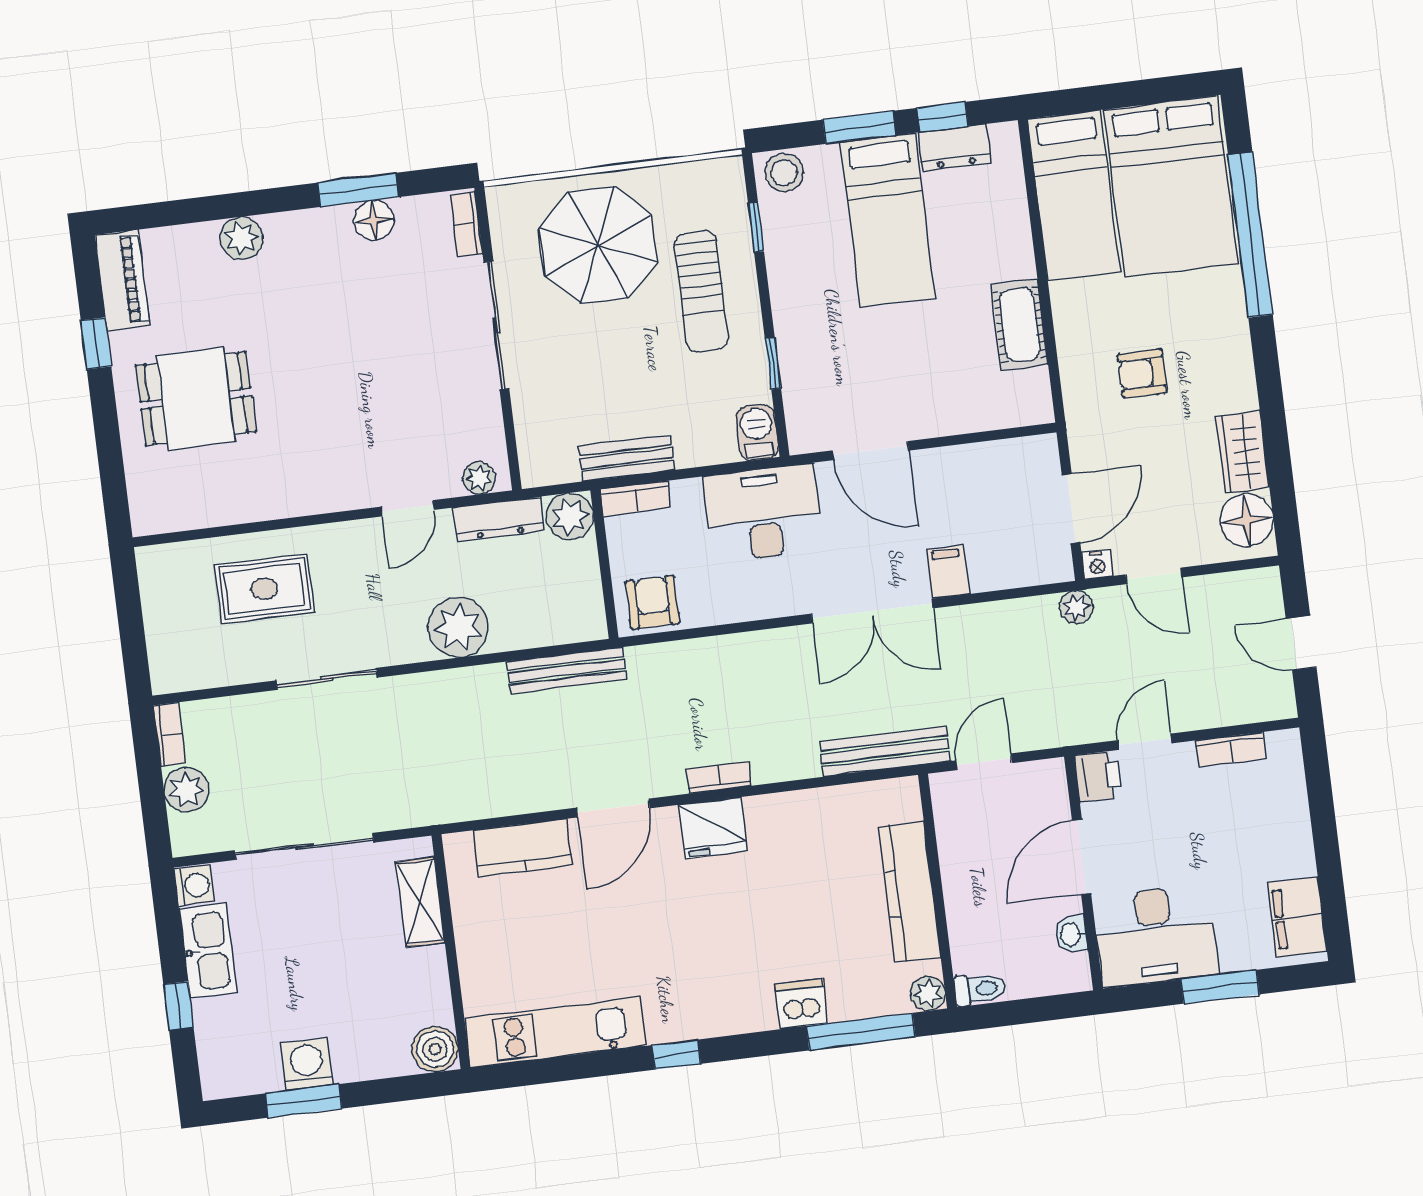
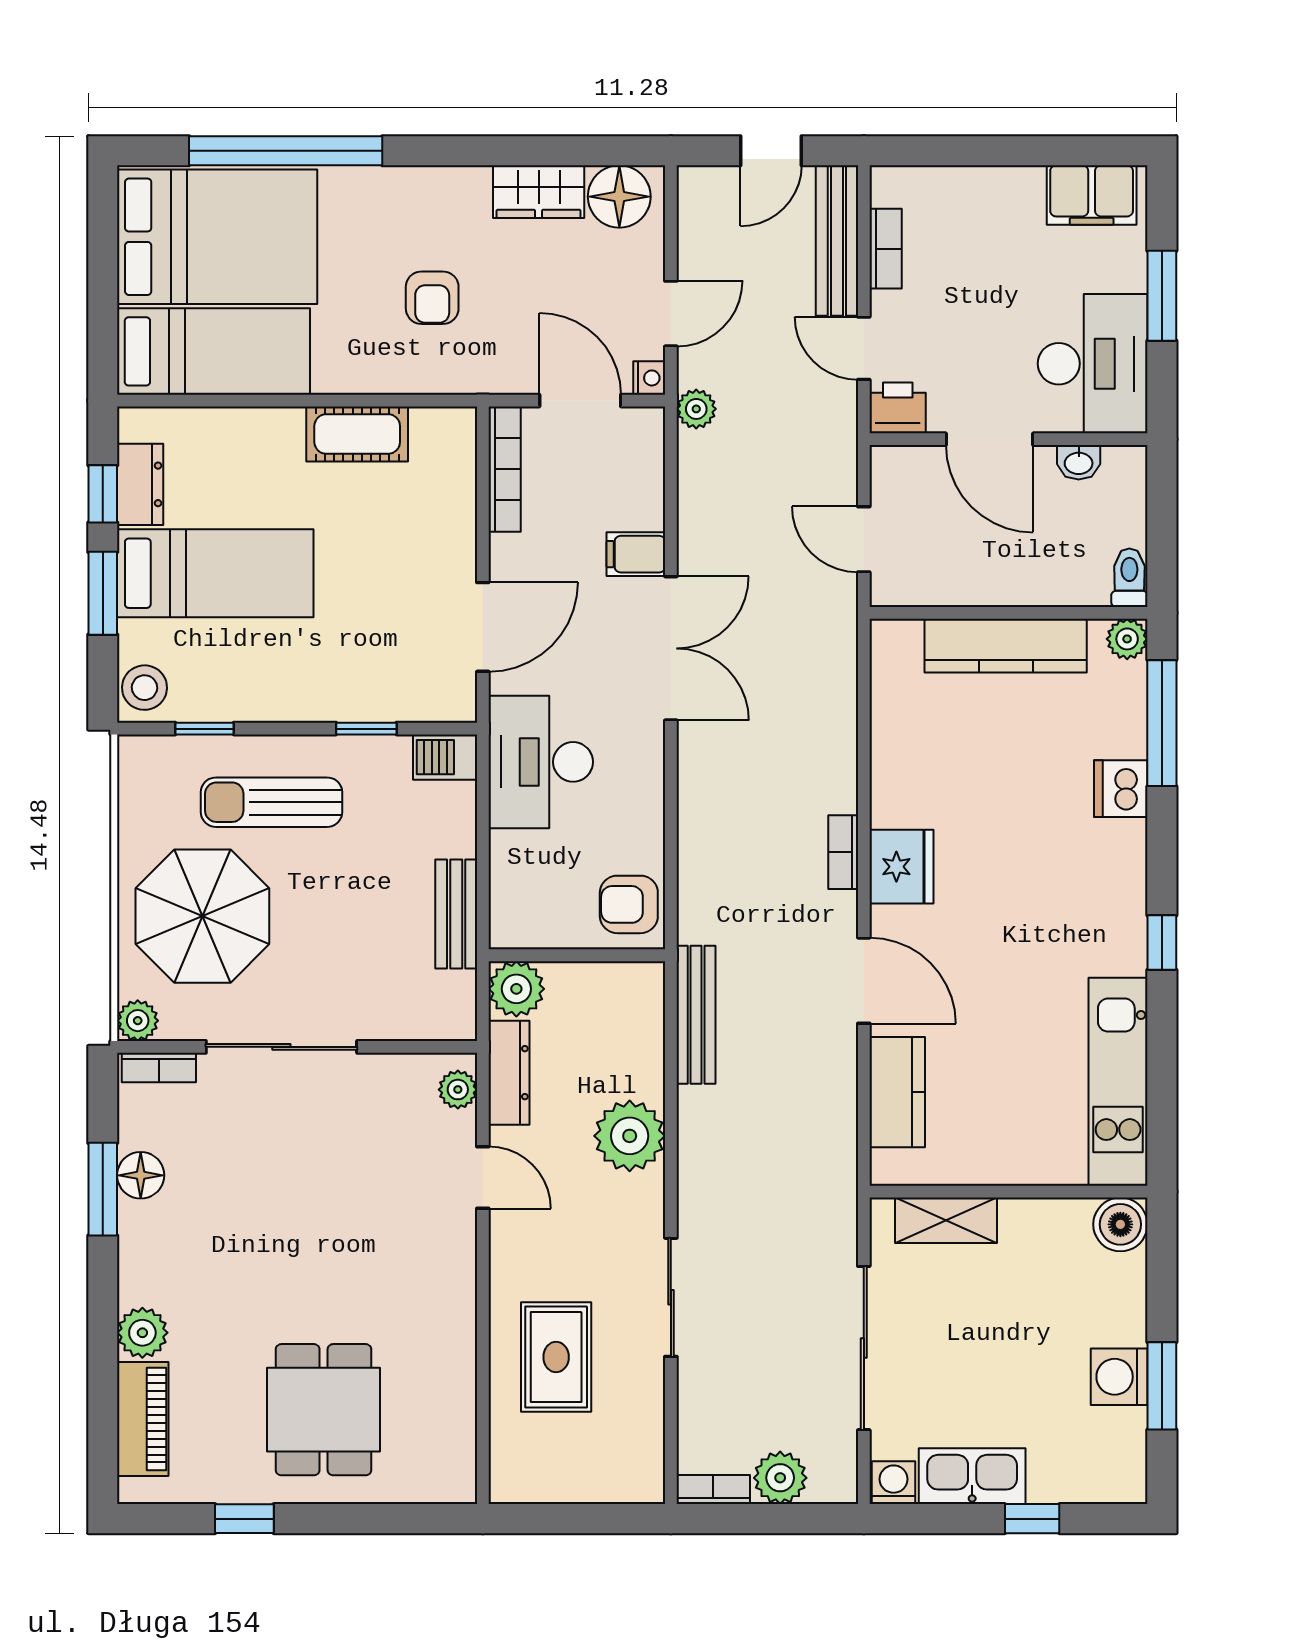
plant: (503, 202) -> (138, 1021), added
piano: (122, 280) -> (143, 1419), moved, turned 90
sun lounger: (701, 291) -> (272, 802), turned 180
bookcase: (635, 498) -> (505, 469), moved, width x1.56
bench: (885, 751) -> (837, 241), moved

